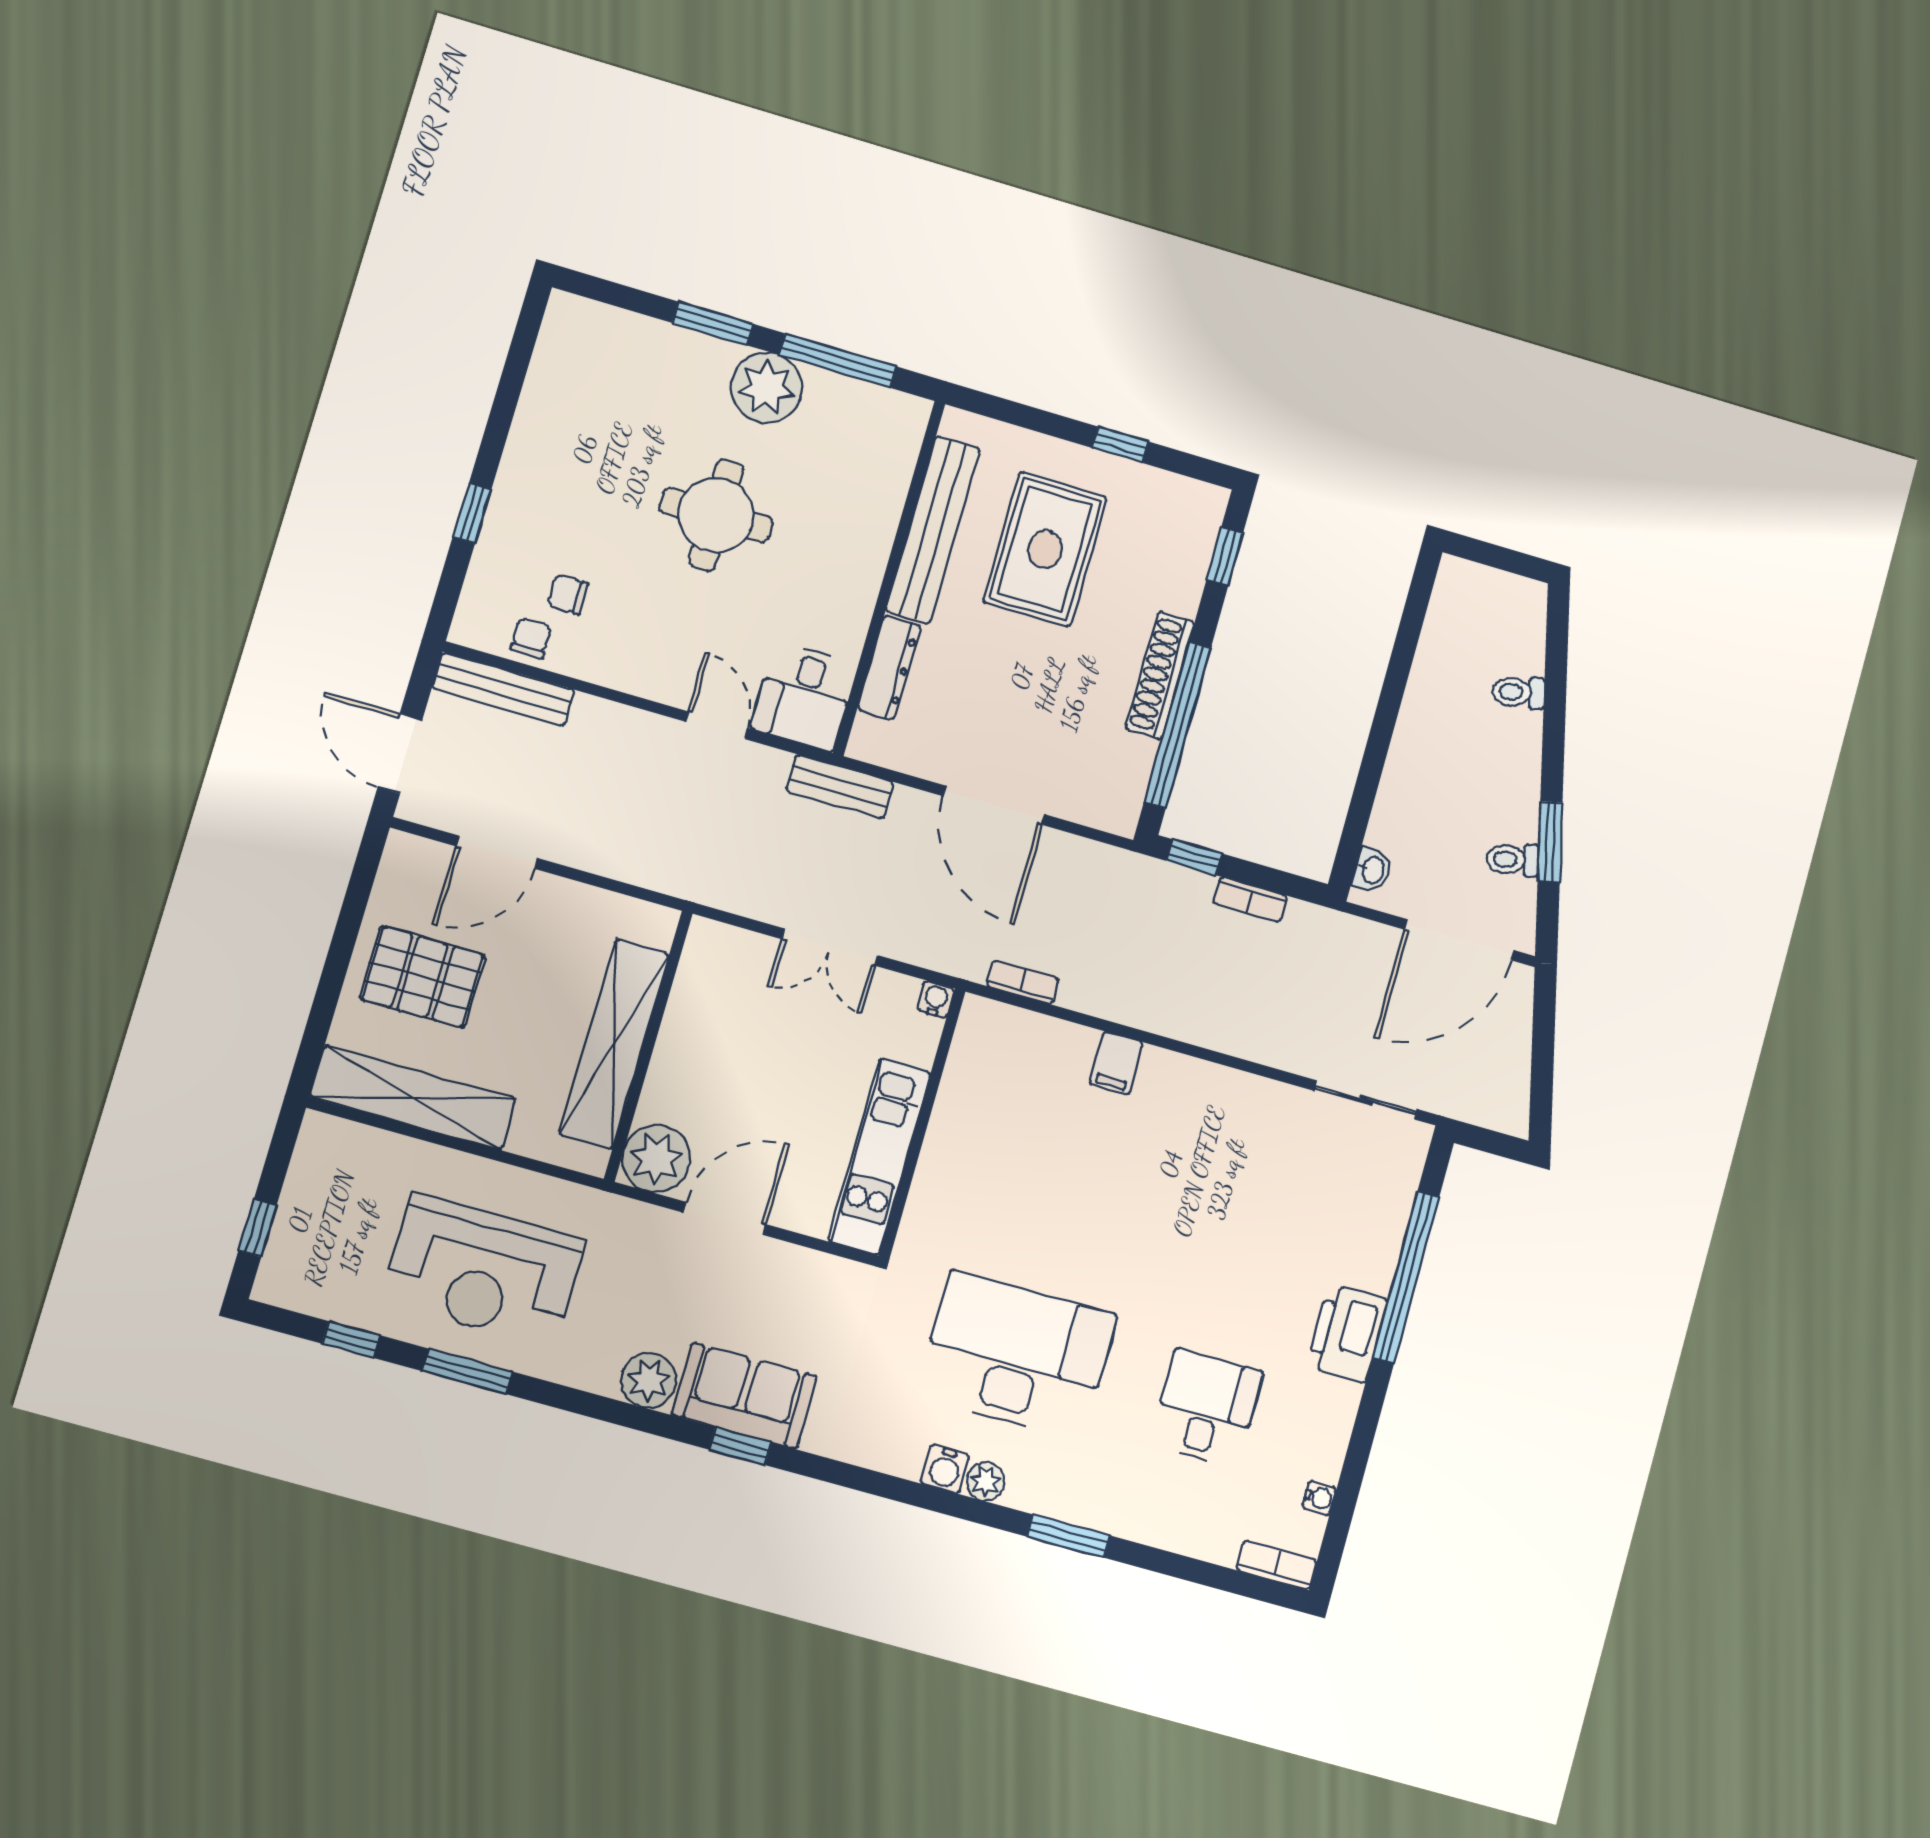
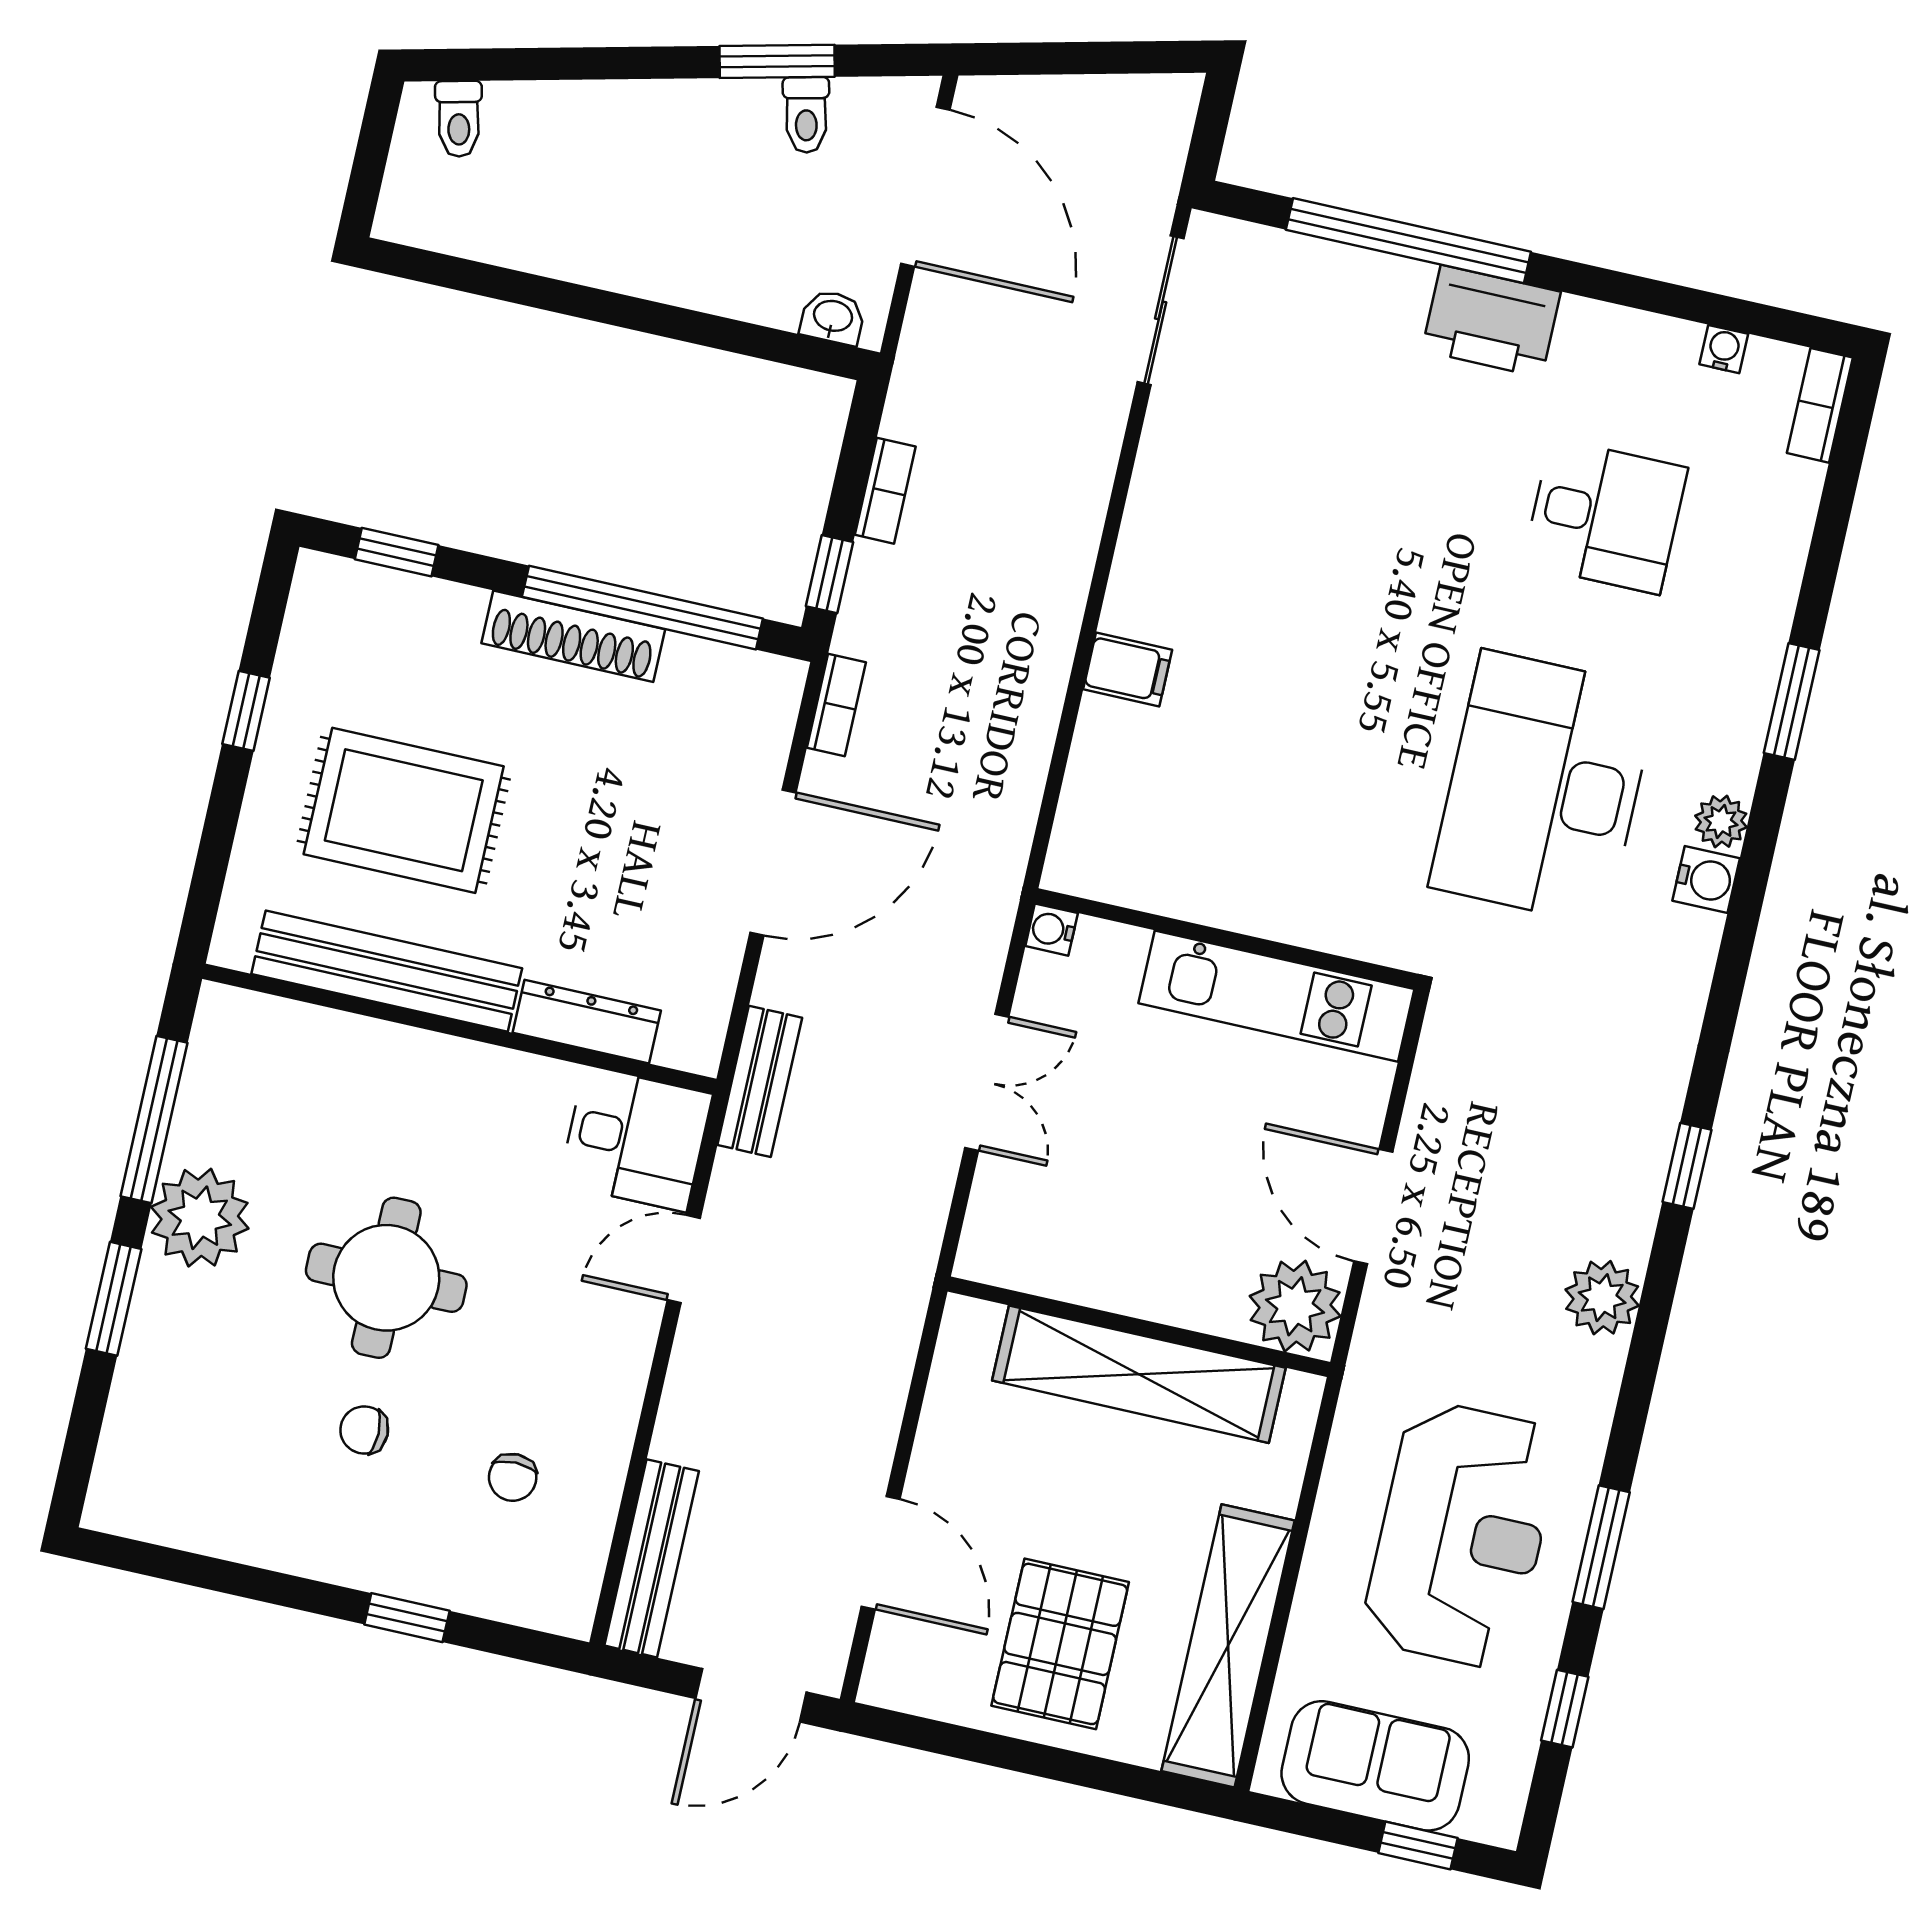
chair: (531, 638) -> (364, 1430), moved
toilet: (1518, 692) -> (459, 119), moved
bookcase: (1023, 982) -> (836, 705), moved, turned 180
sofa: (744, 1396) -> (1375, 1766), moved, turned 90
desk: (1206, 1408) -> (1605, 516), turned 180

